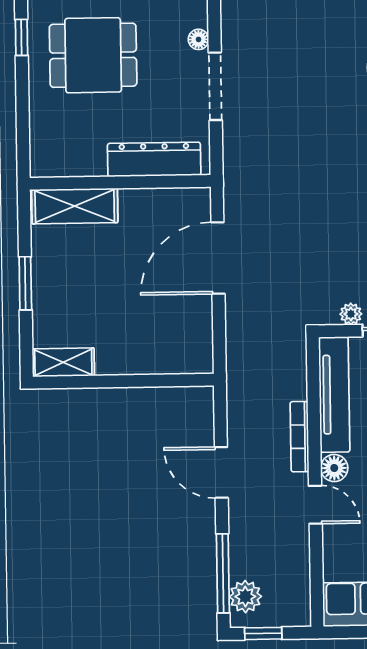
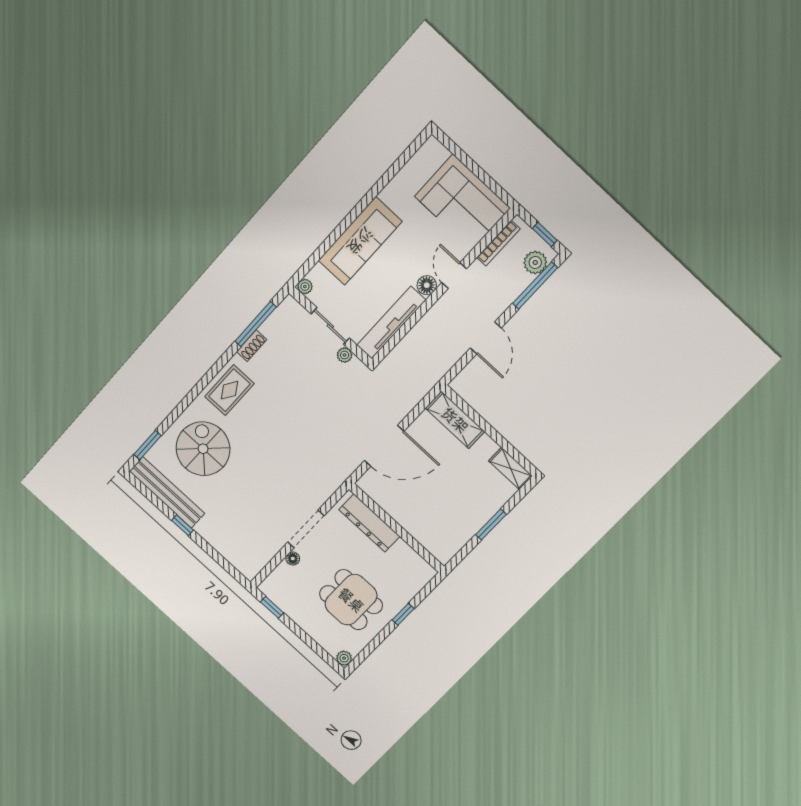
window: (21, 37) -> (403, 614), moved
shelving: (75, 206) -> (455, 420), moved
bookcase: (299, 437) -> (498, 243), moved

